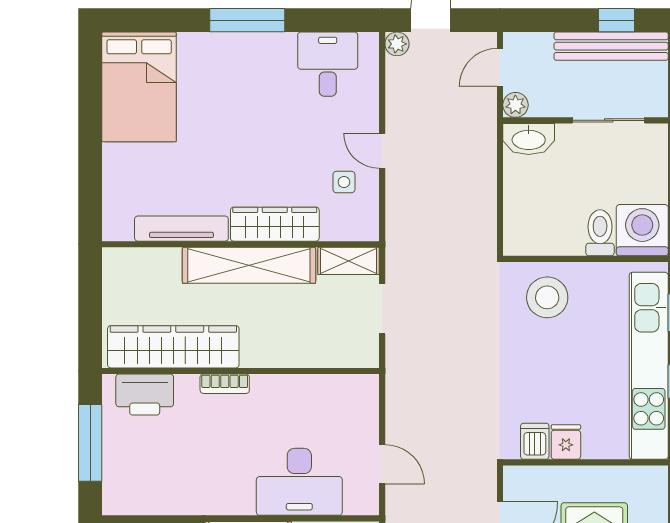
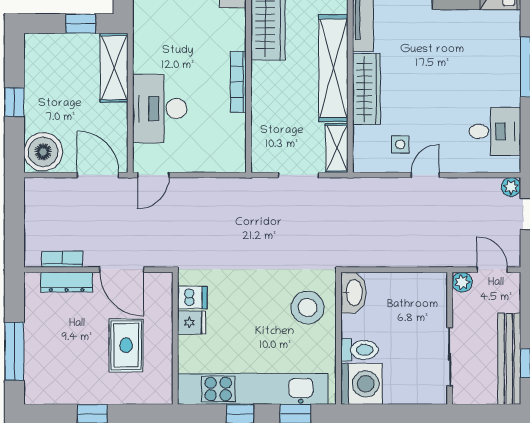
washbasin: (529, 139) -> (353, 293), moved, turned 180
bookcase: (225, 384) -> (238, 82), moved, width x1.56
door: (382, 464) -> (153, 175), moved

